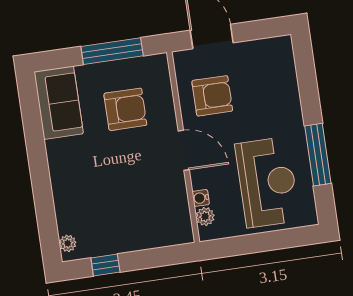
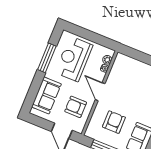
sofa: (278, 85) -> (46, 95), added
armchair: (125, 109) -> (114, 122), turned 90

